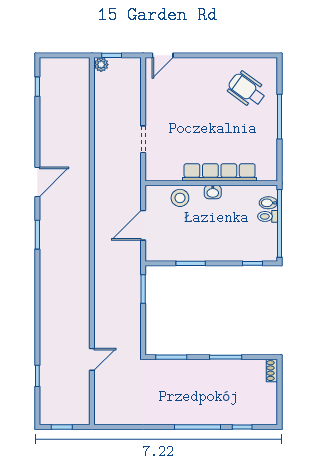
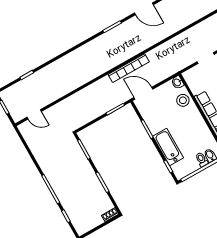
washbasin: (213, 192) -> (177, 82), moved
door: (143, 225) -> (143, 93), moved
bookcase: (101, 243) -> (129, 68), added
bathtub: (228, 250) -> (168, 147), added
door: (92, 359) -> (34, 114), moved

